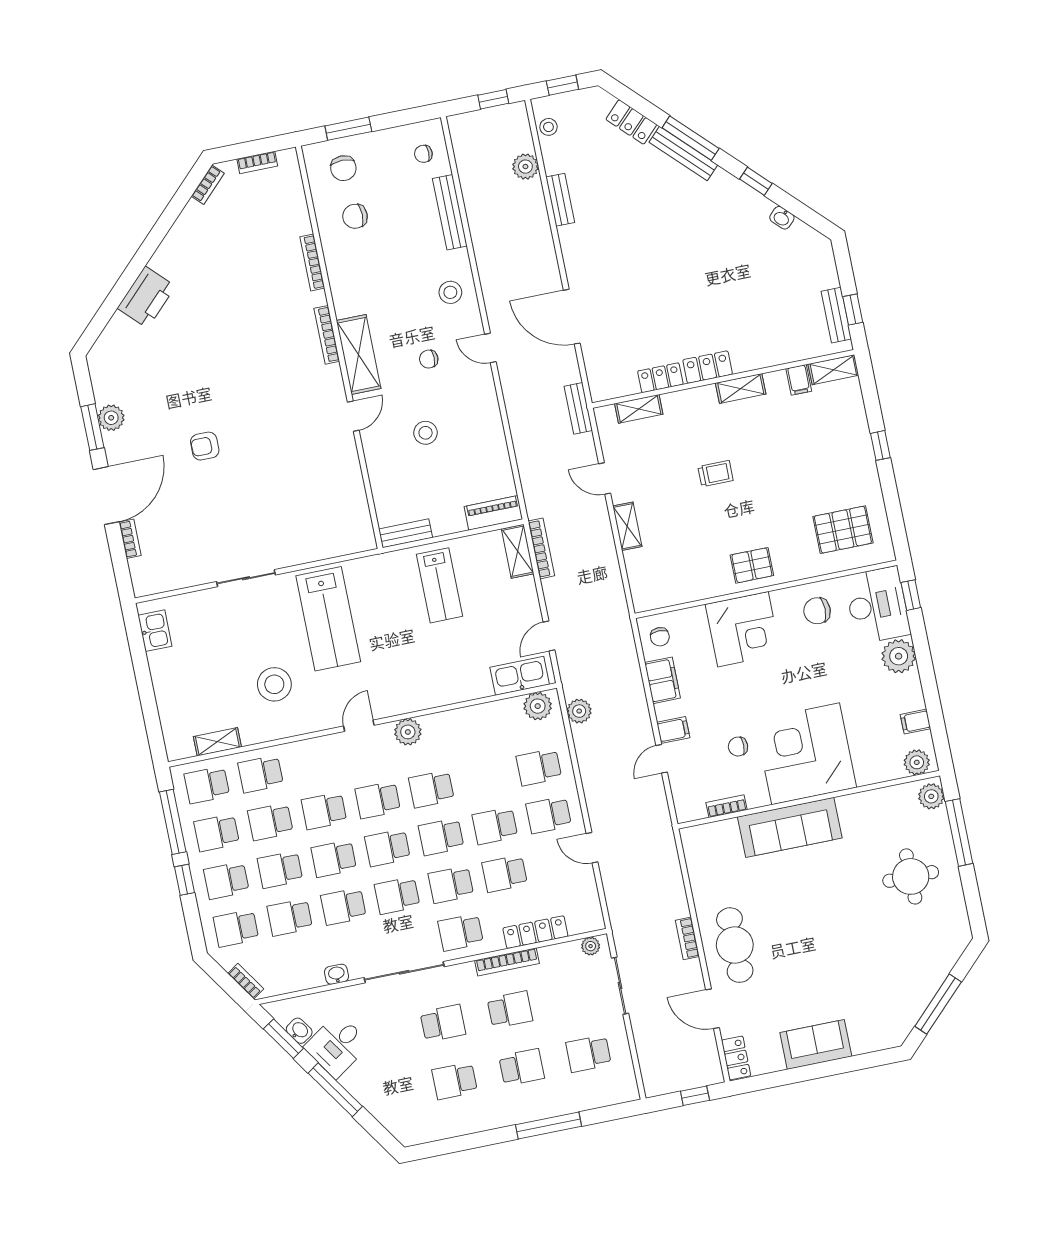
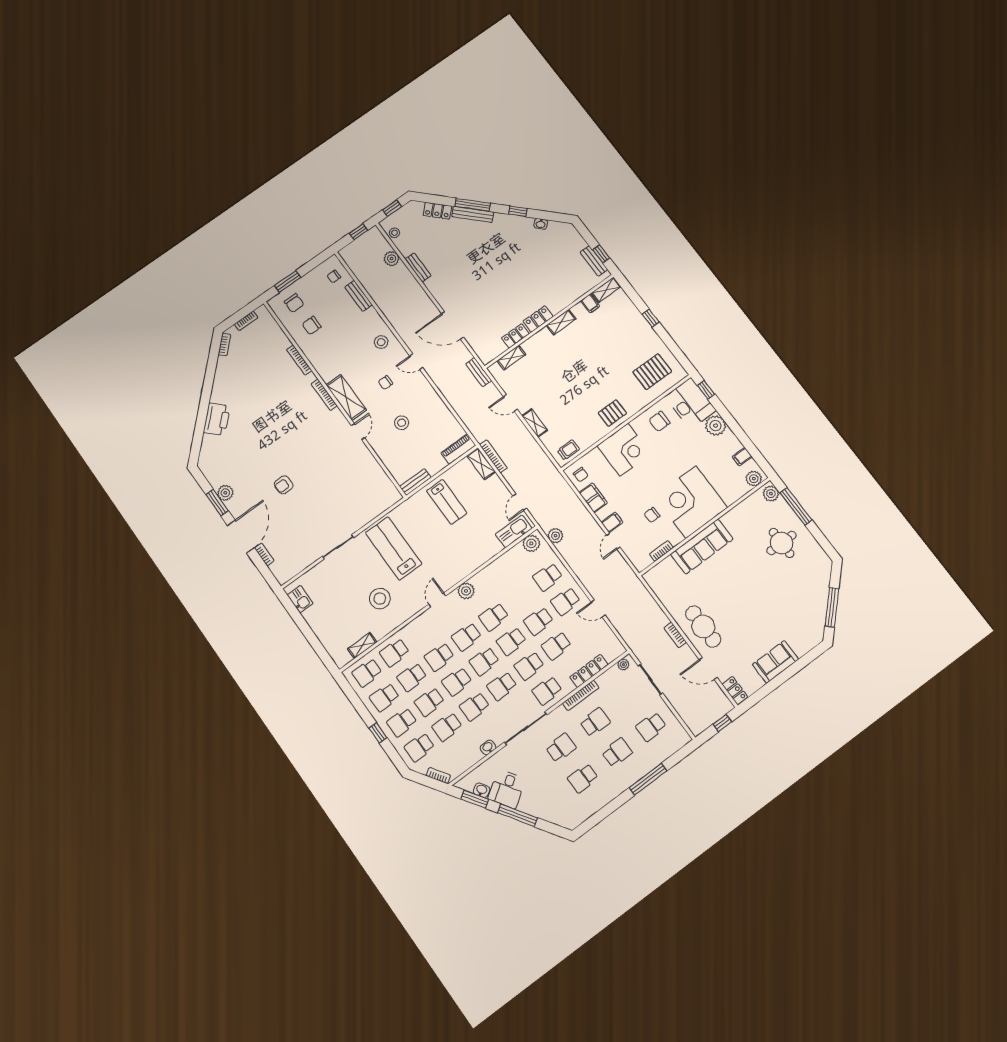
bench: (450, 212) -> (358, 296), width x0.73
trolley: (716, 474) -> (568, 450), moved
lab bench: (328, 619) -> (394, 548), turned 180
window: (173, 822) -> (357, 703), removed

